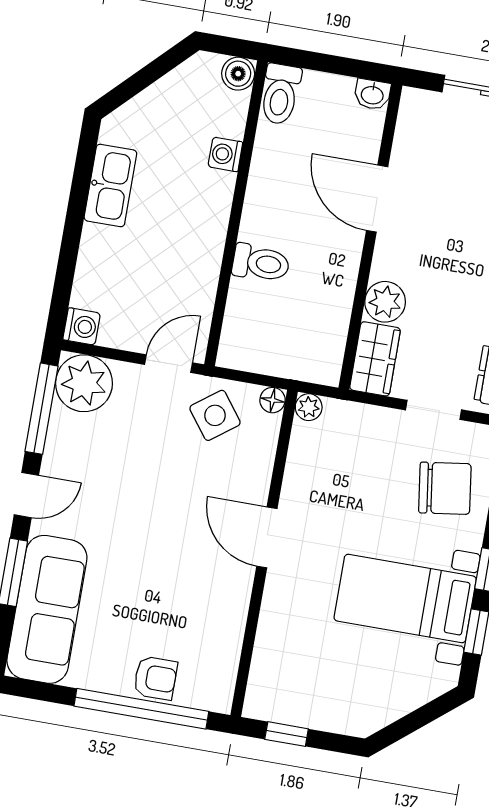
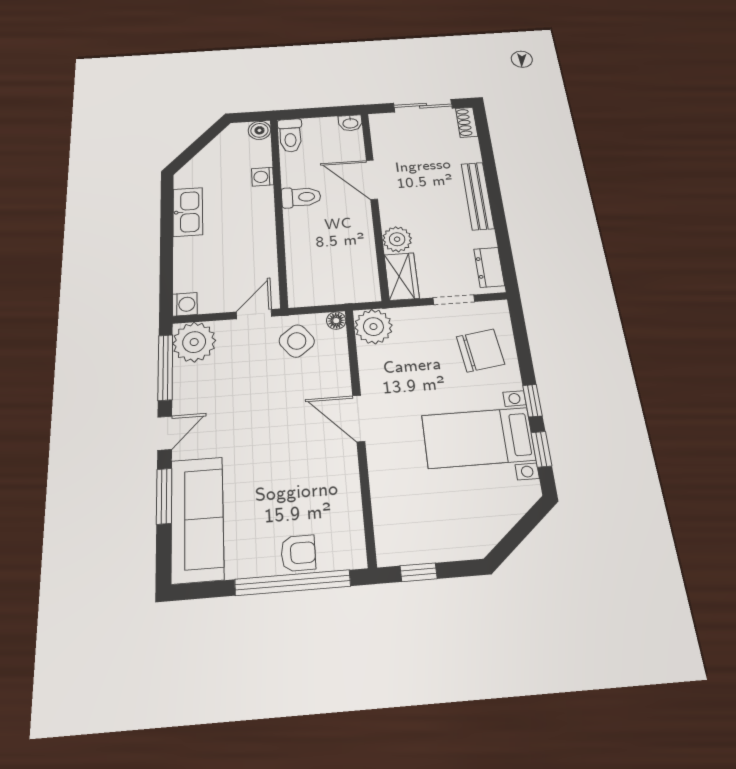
toilet: (261, 263) -> (301, 197), moved
plant: (309, 407) -> (373, 327), width x1.87, depth x1.87

